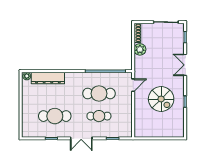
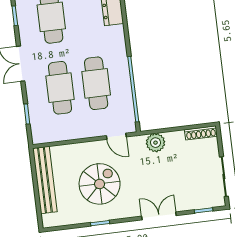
plant: (140, 49) -> (156, 143), moved
spiral stairs: (161, 99) -> (100, 184), turned 180
cafe table: (99, 116) -> (60, 88), width x1.37, depth x1.35
bench: (155, 132) -> (45, 180), added

